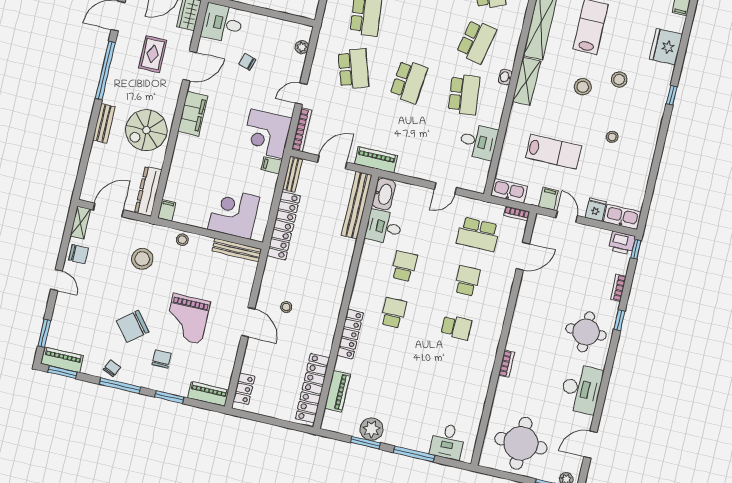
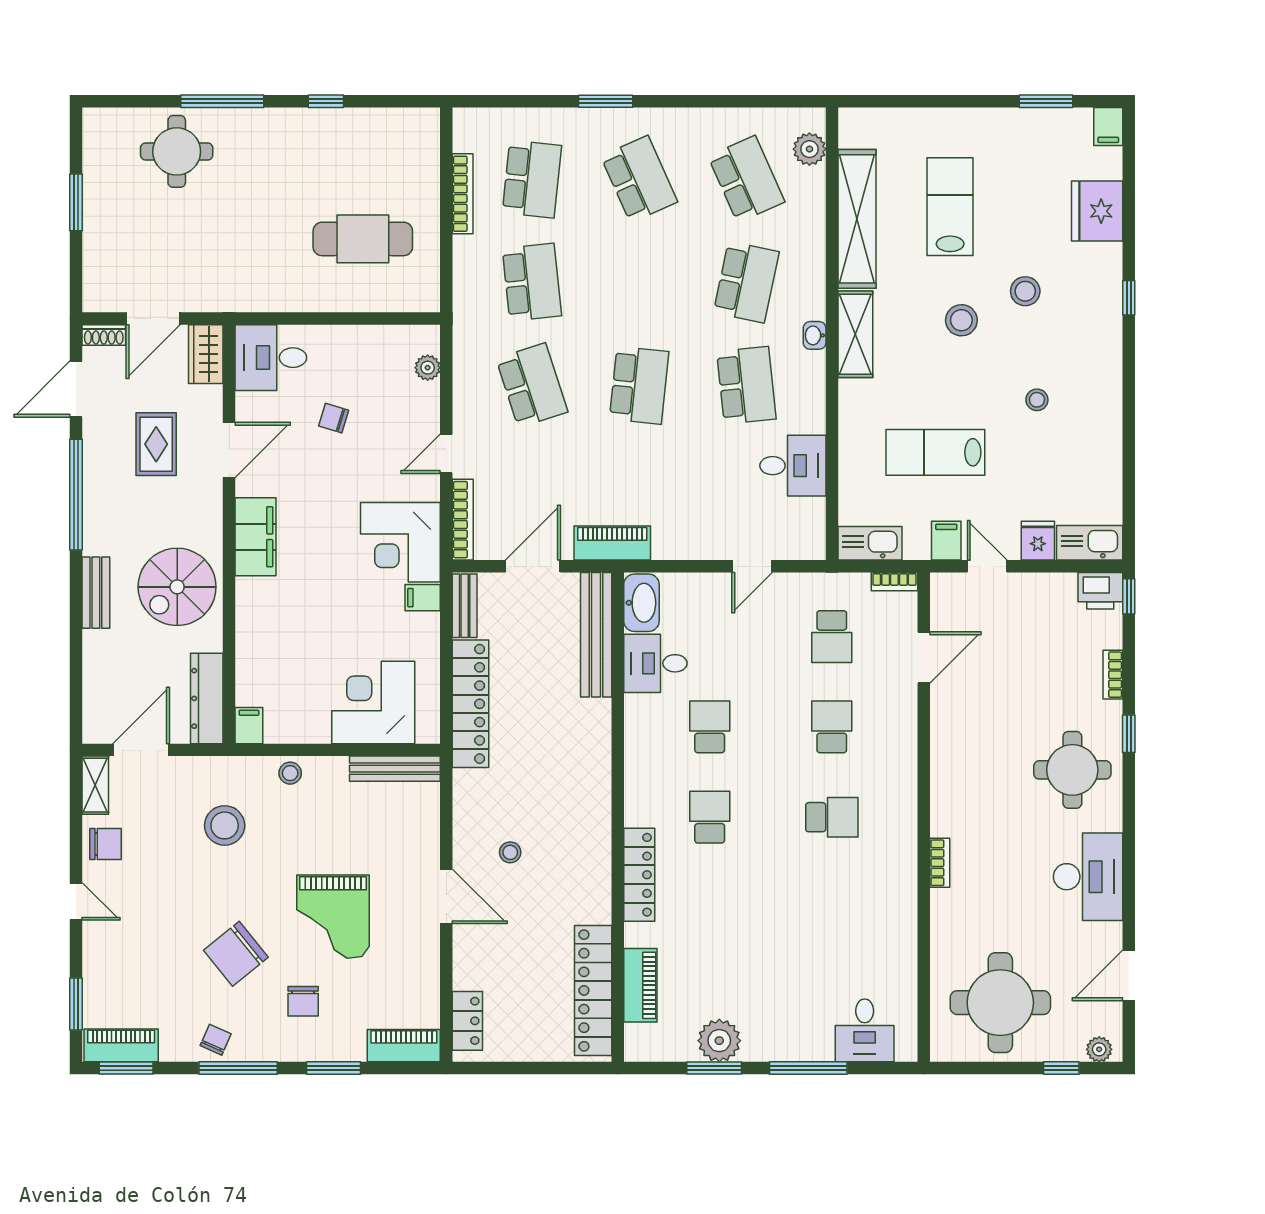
lab bench: (553, 152) -> (935, 452), turned 180
school desk: (478, 234) -> (832, 637), width x0.54
chair: (162, 359) -> (303, 1001), turned 180

